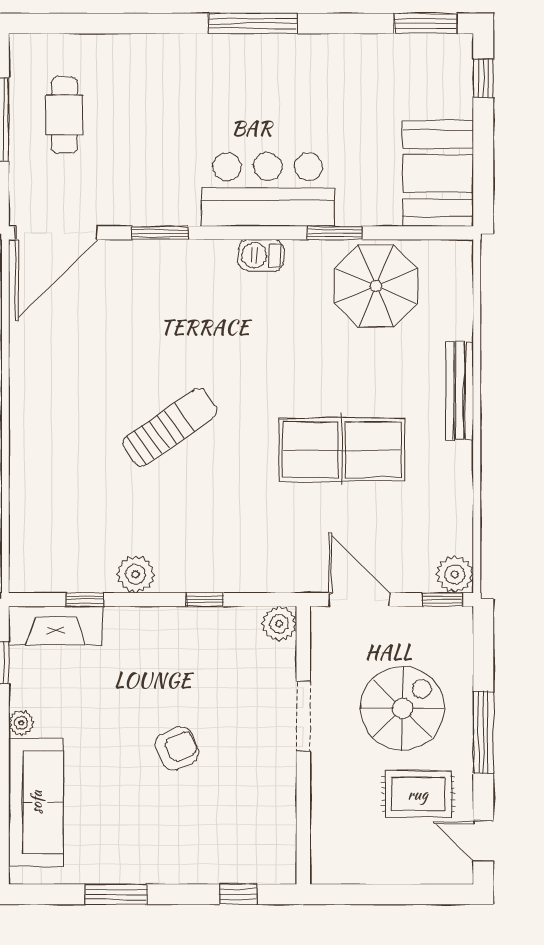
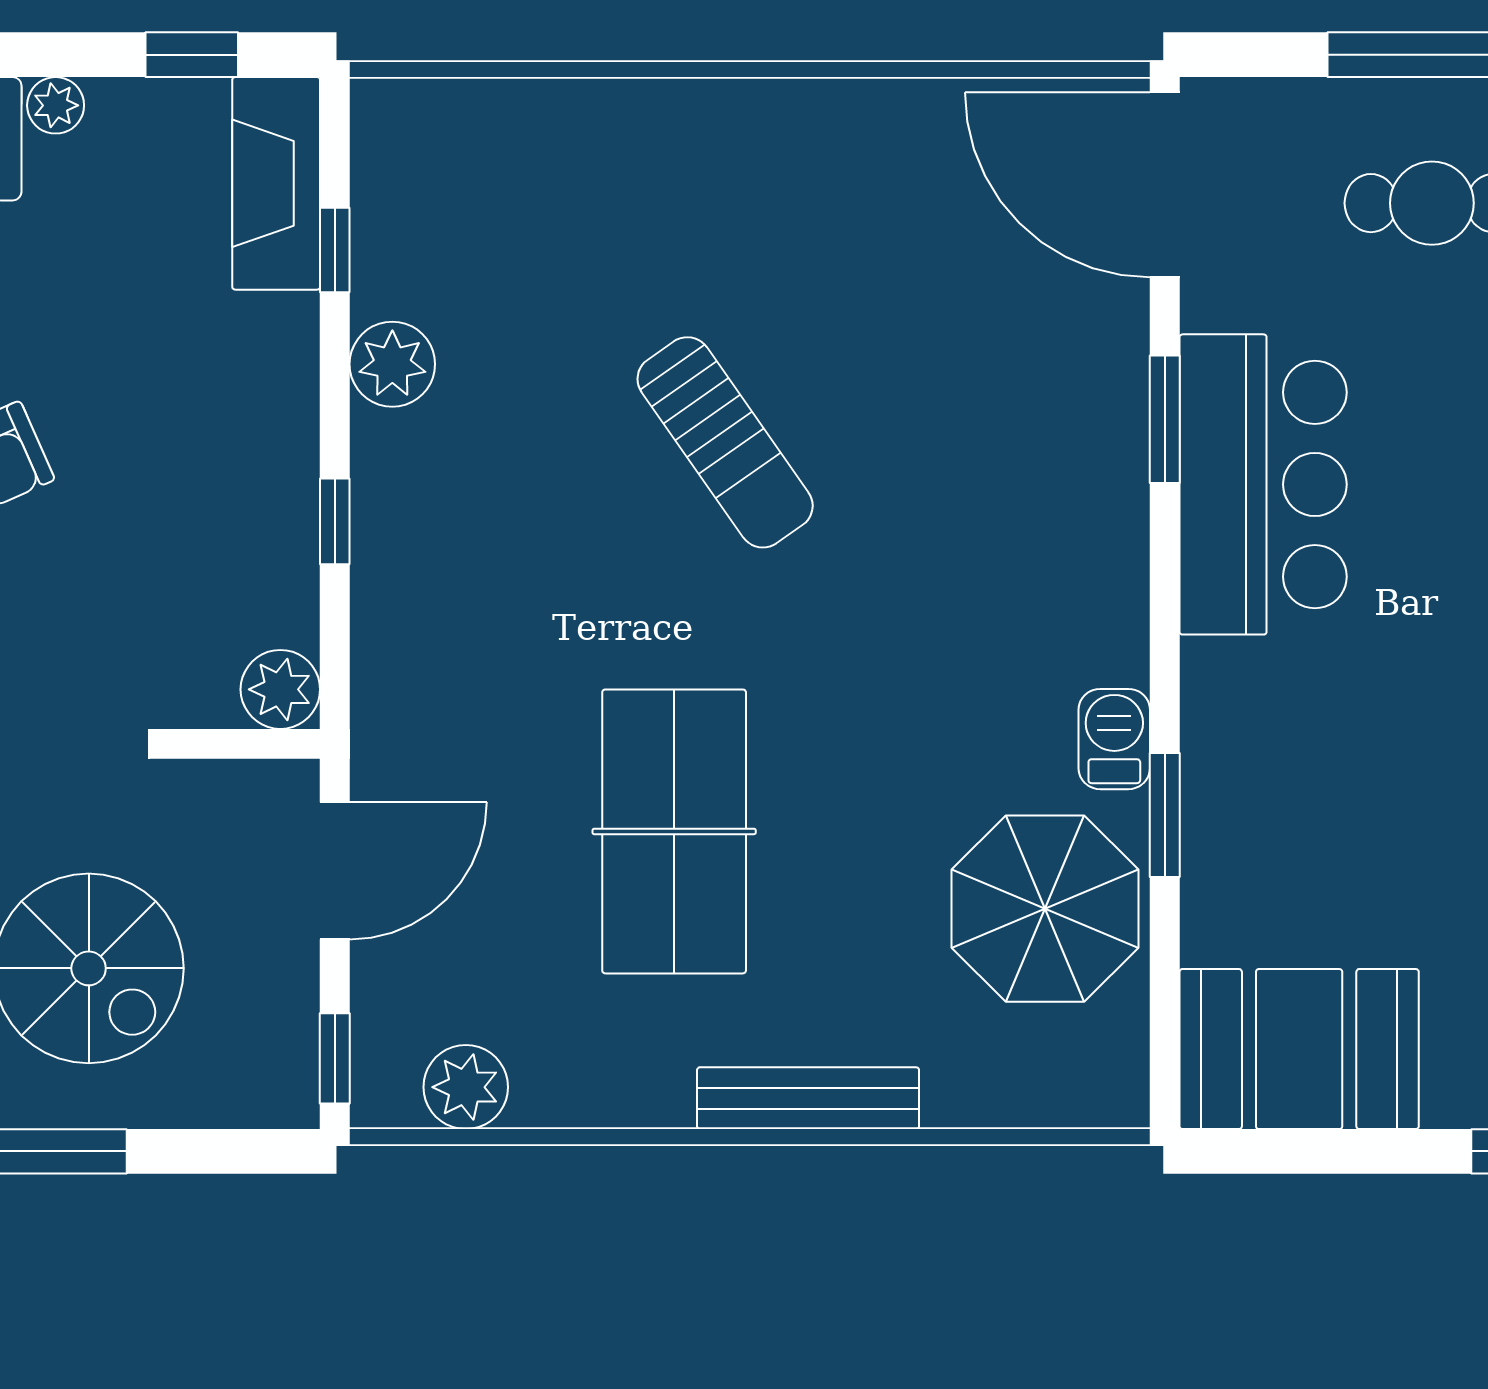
bar counter: (268, 190) -> (1263, 484), moved
barbecue: (261, 255) -> (1114, 739), moved
plant: (455, 574) -> (466, 1087), moved

